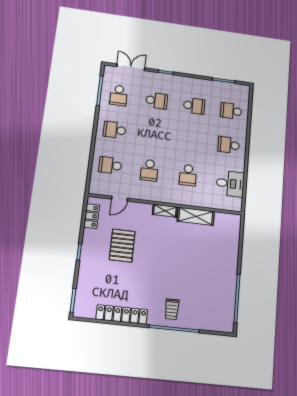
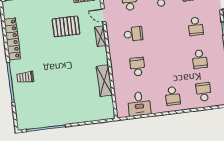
school desk: (229, 145) -> (173, 96), turned 180
school desk: (149, 170) -> (133, 34), turned 180
school desk: (188, 175) -> (137, 67), turned 90
shelving: (165, 211) -> (100, 36), moved

